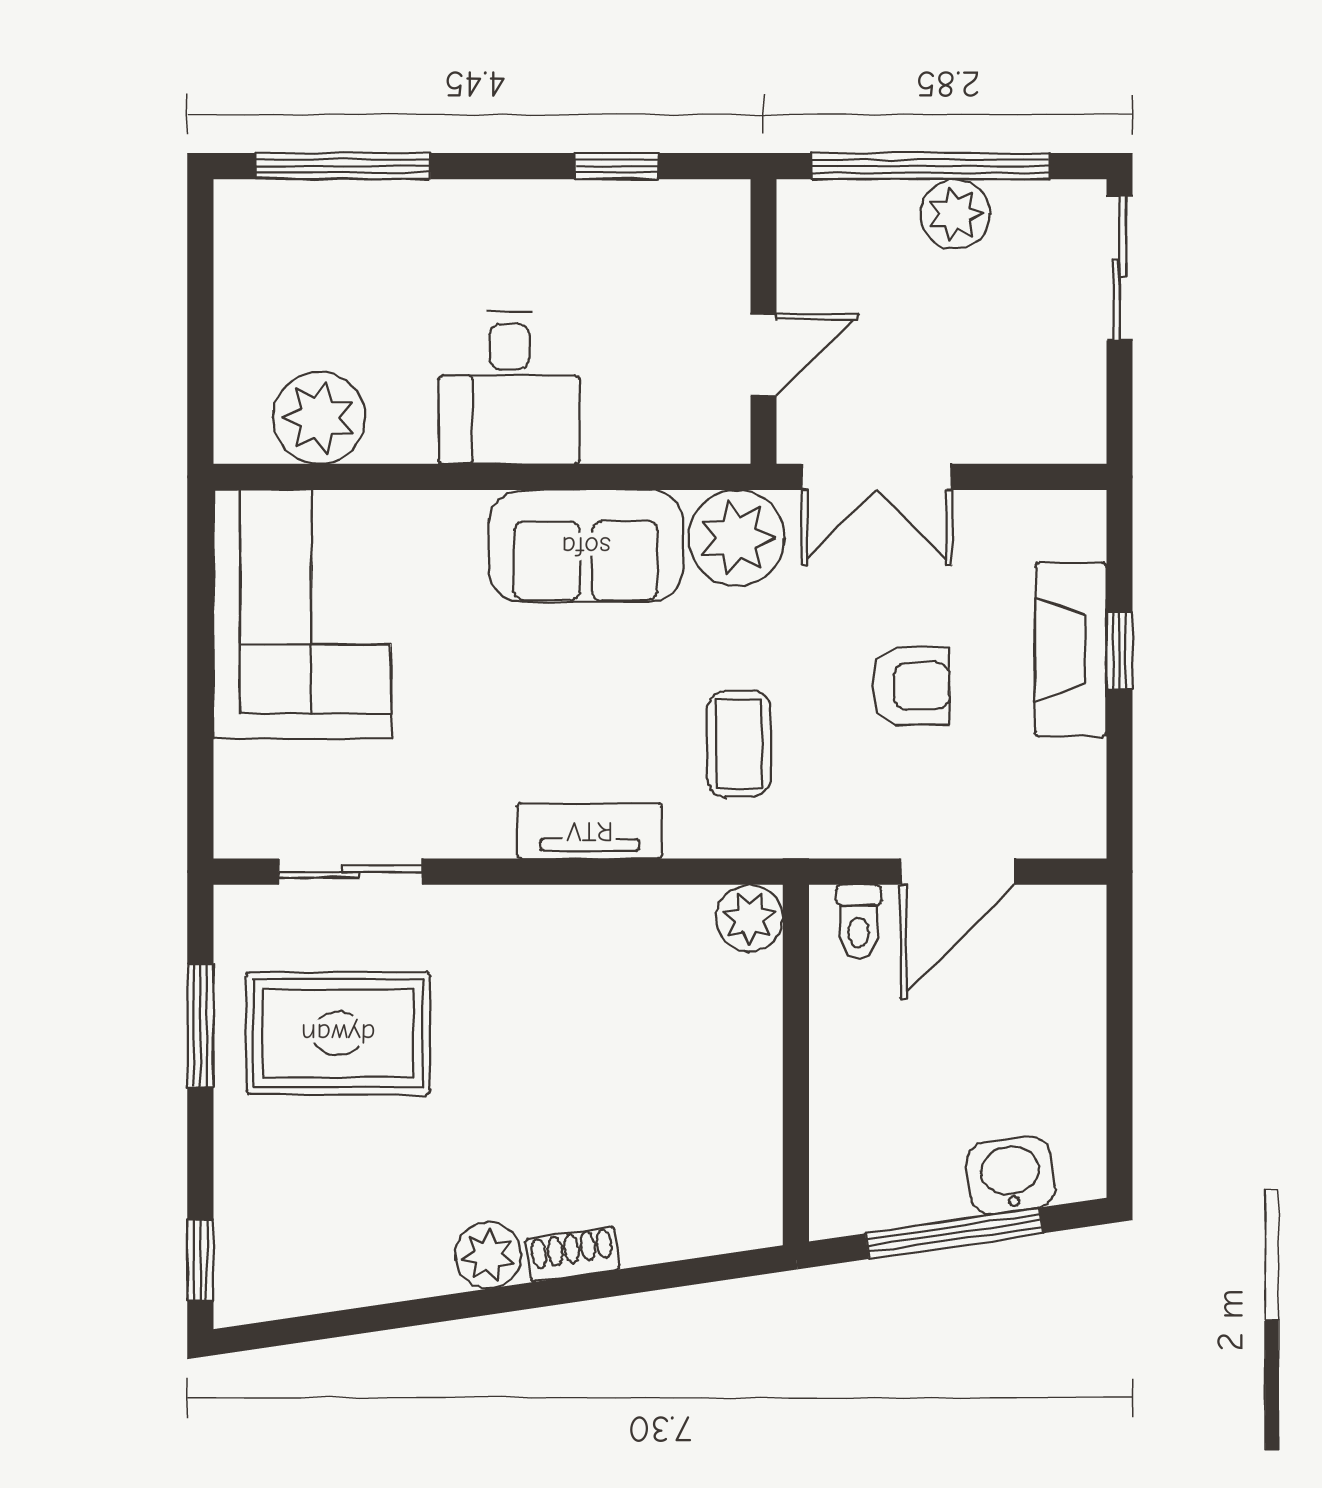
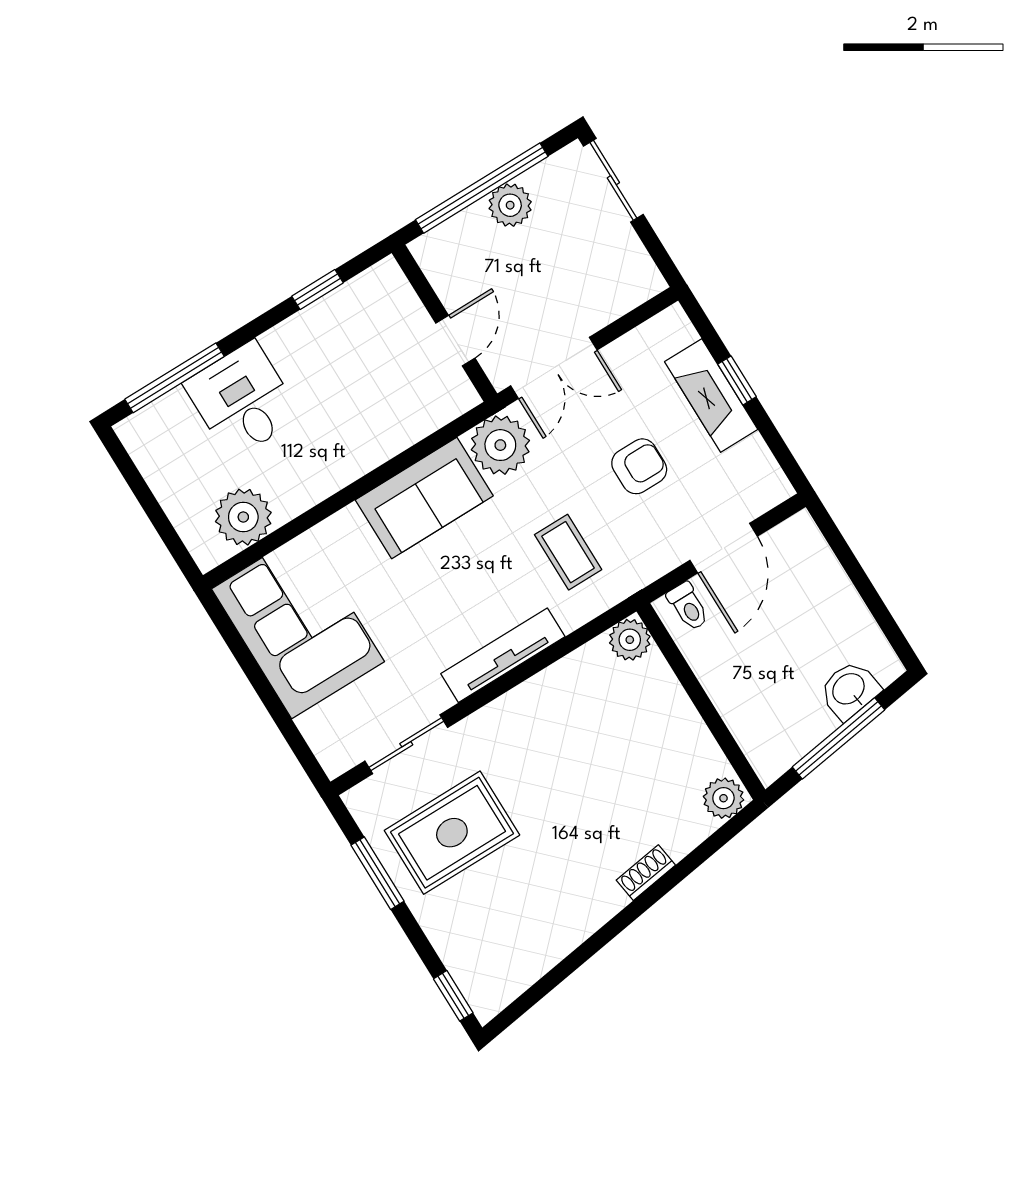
desk: (509, 388) -> (242, 400), moved, turned 180
tv unit: (590, 831) -> (503, 655), width x1.41
plant: (488, 1255) -> (723, 798), moved

